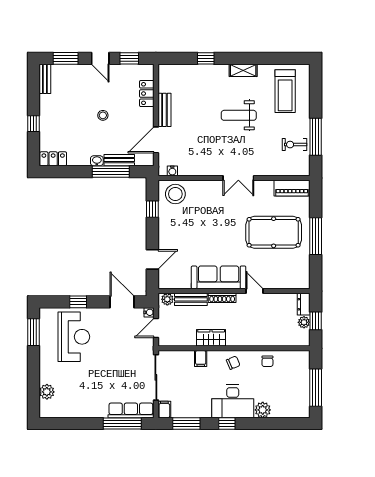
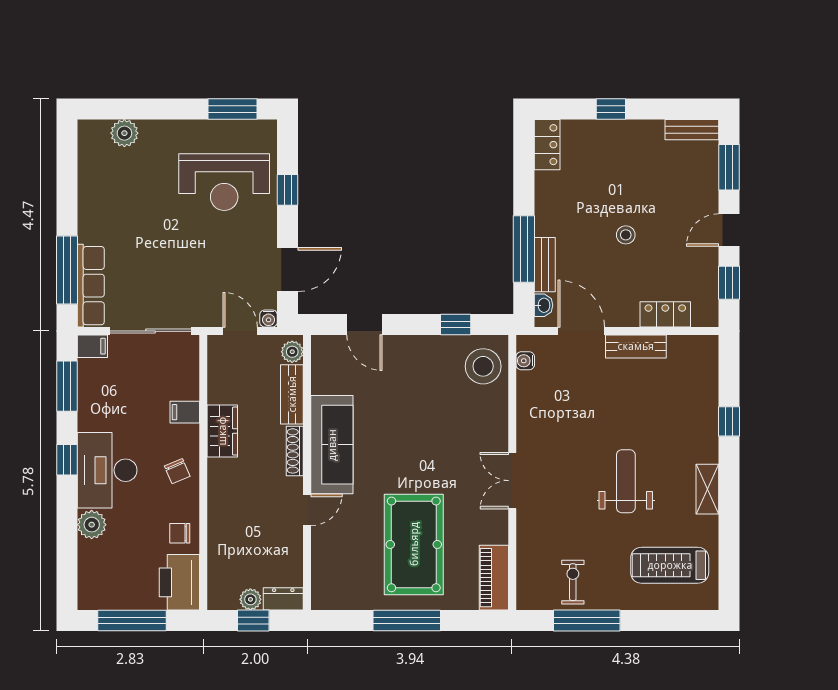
washbasin: (97, 161) -> (543, 305), moved
printer: (294, 362) -> (179, 582), added

